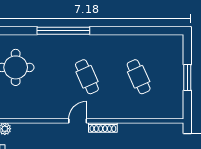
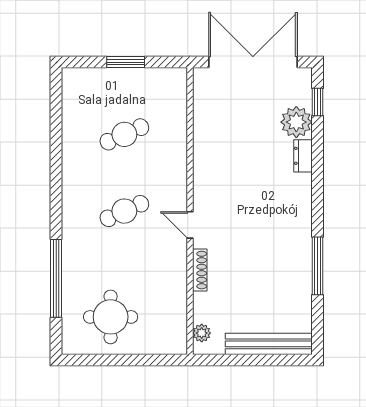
window: (63, 31) -> (56, 278), moved
shoe rack: (103, 127) -> (200, 270), moved

